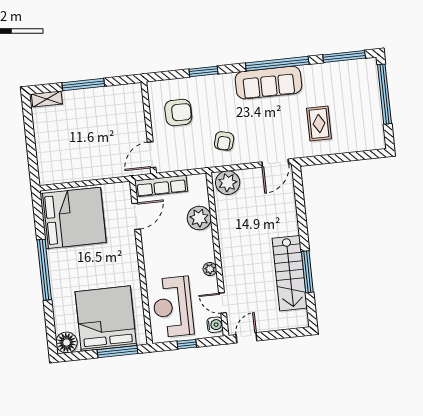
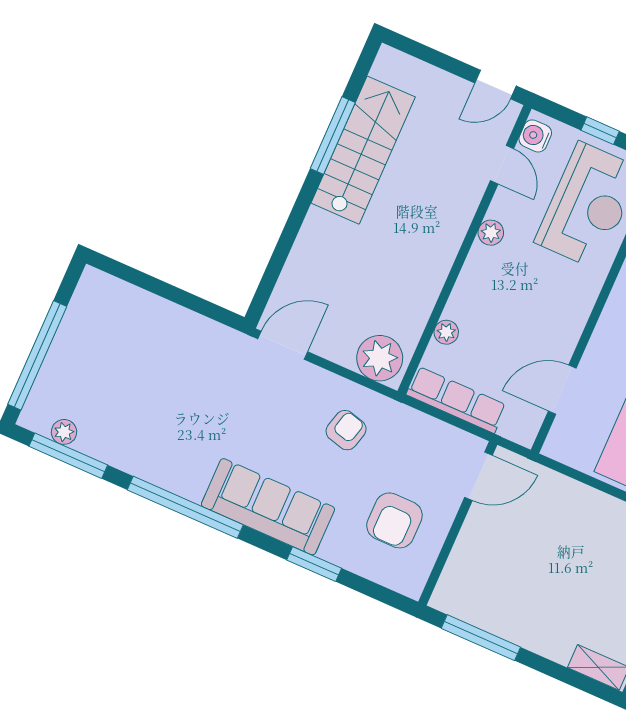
plant: (352, 66) -> (64, 432), added
sofa: (268, 83) -> (268, 507), moved
window: (83, 84) -> (481, 638), moved
armchair: (178, 113) -> (394, 520), turned -90
rug: (319, 124) -> (173, 369), removed
row of seats: (161, 186) -> (456, 400), moved
plant: (199, 218) -> (446, 332), width x0.53, depth x0.53

